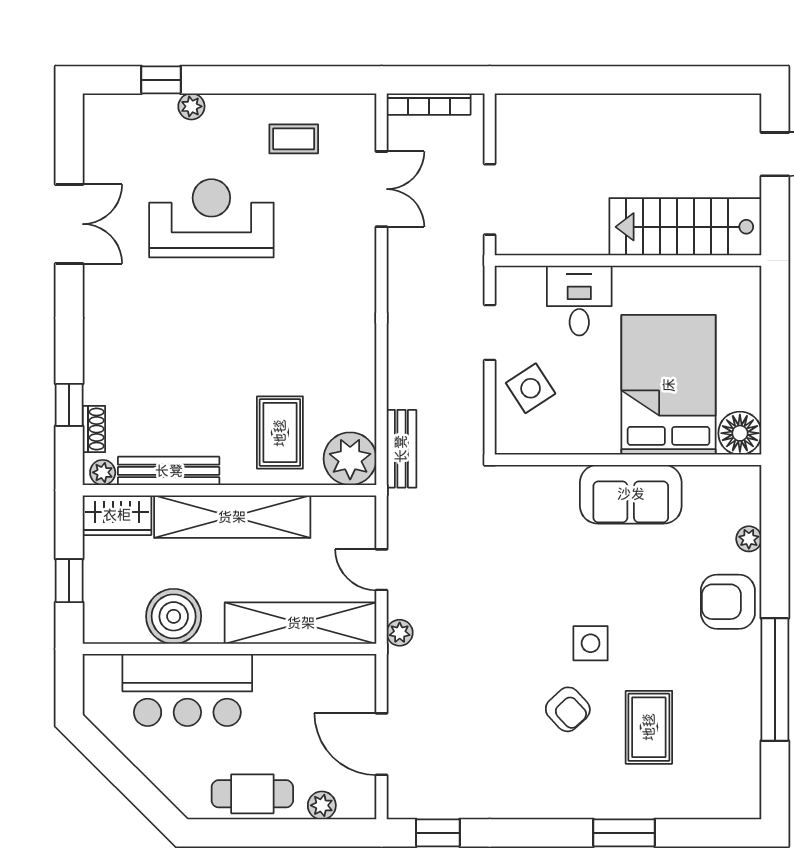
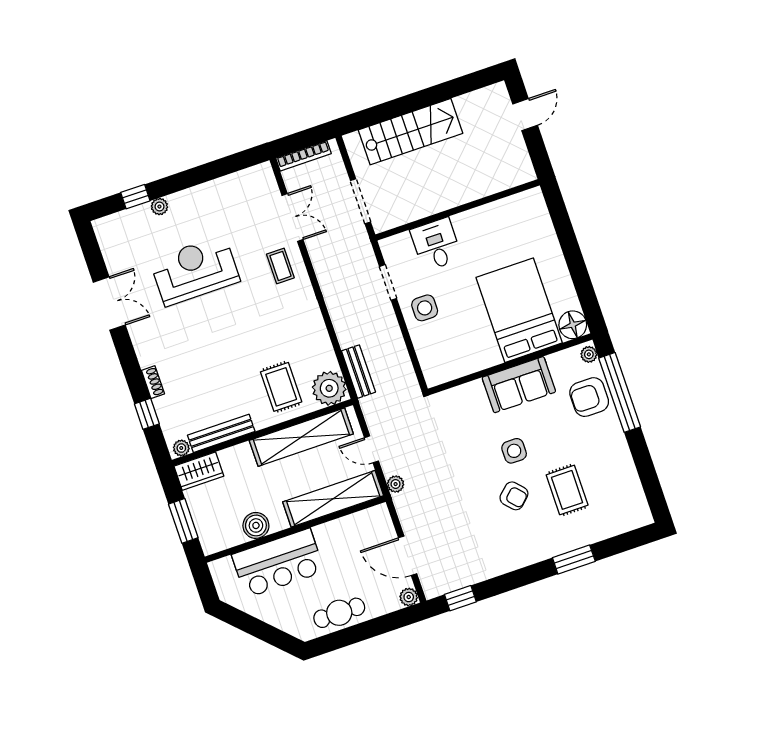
coffee table: (294, 139) -> (280, 266), moved, turned 90
stairs: (685, 227) -> (410, 132), moved, turned 180
bed: (669, 385) -> (519, 310), moved
side table: (531, 388) -> (425, 308), turned 33
shoe rack: (94, 429) -> (153, 382), moved
floor lamp: (740, 433) -> (573, 325), moved
wall: (628, 460) -> (510, 364), moved
sofa: (631, 494) -> (519, 385), moved
shelving: (232, 517) -> (301, 437), moved
window: (69, 581) -> (183, 521), width x1.50
boiler: (174, 616) -> (256, 525), width x0.73, depth x0.73
window: (775, 680) -> (620, 392), moved
plant: (322, 805) -> (409, 597), moved

